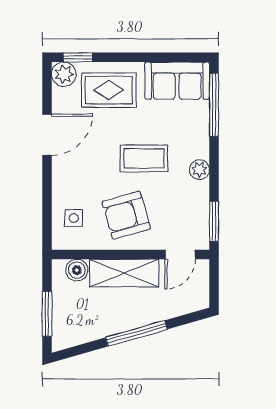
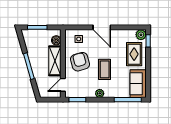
door: (47, 135) -> (102, 27), moved
door: (180, 255) -> (63, 85), hinge flipped

